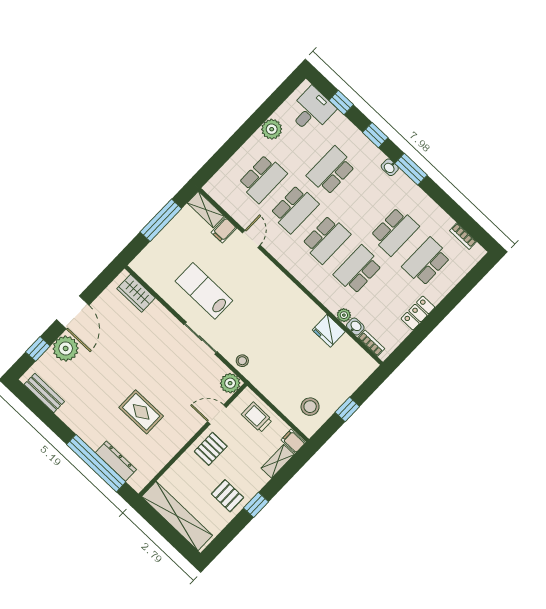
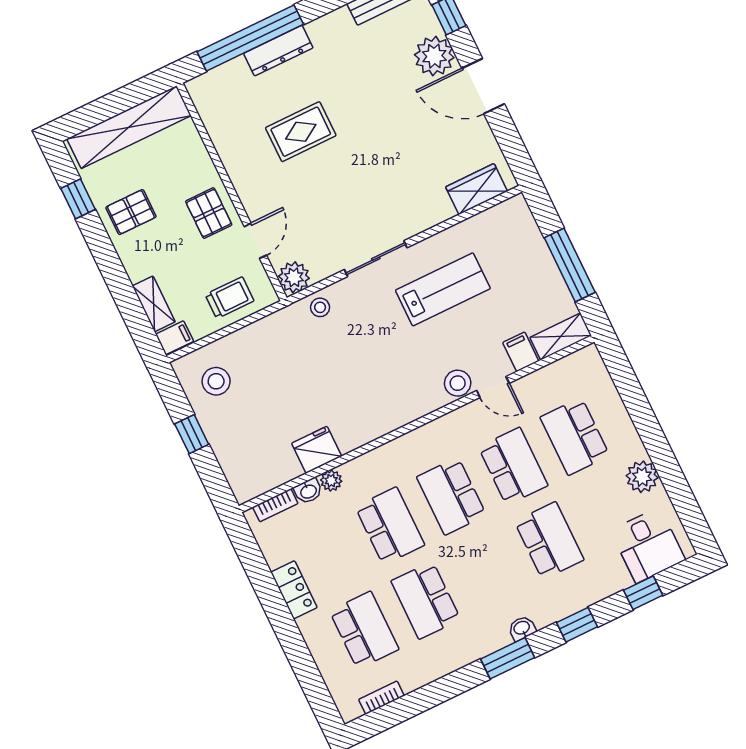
school desk: (294, 209) -> (513, 466), turned 180
stool: (257, 261) -> (458, 383), added
dresser: (116, 461) -> (278, 51), moved
window: (256, 505) -> (78, 199), moved

